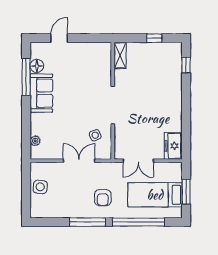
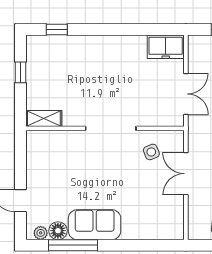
plant: (35, 141) -> (41, 233), moved

